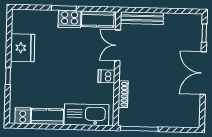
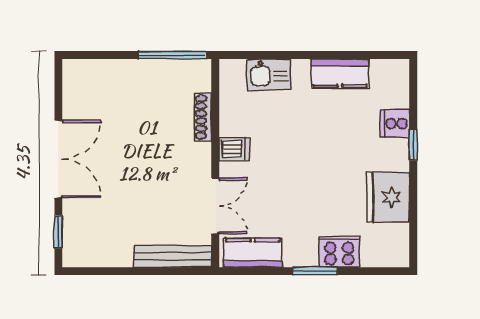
cooker: (70, 19) -> (339, 252), moved
kitchen sink: (87, 115) -> (269, 74), width x0.53, depth x0.81
cooker: (23, 116) -> (395, 124), moved, turned 90

